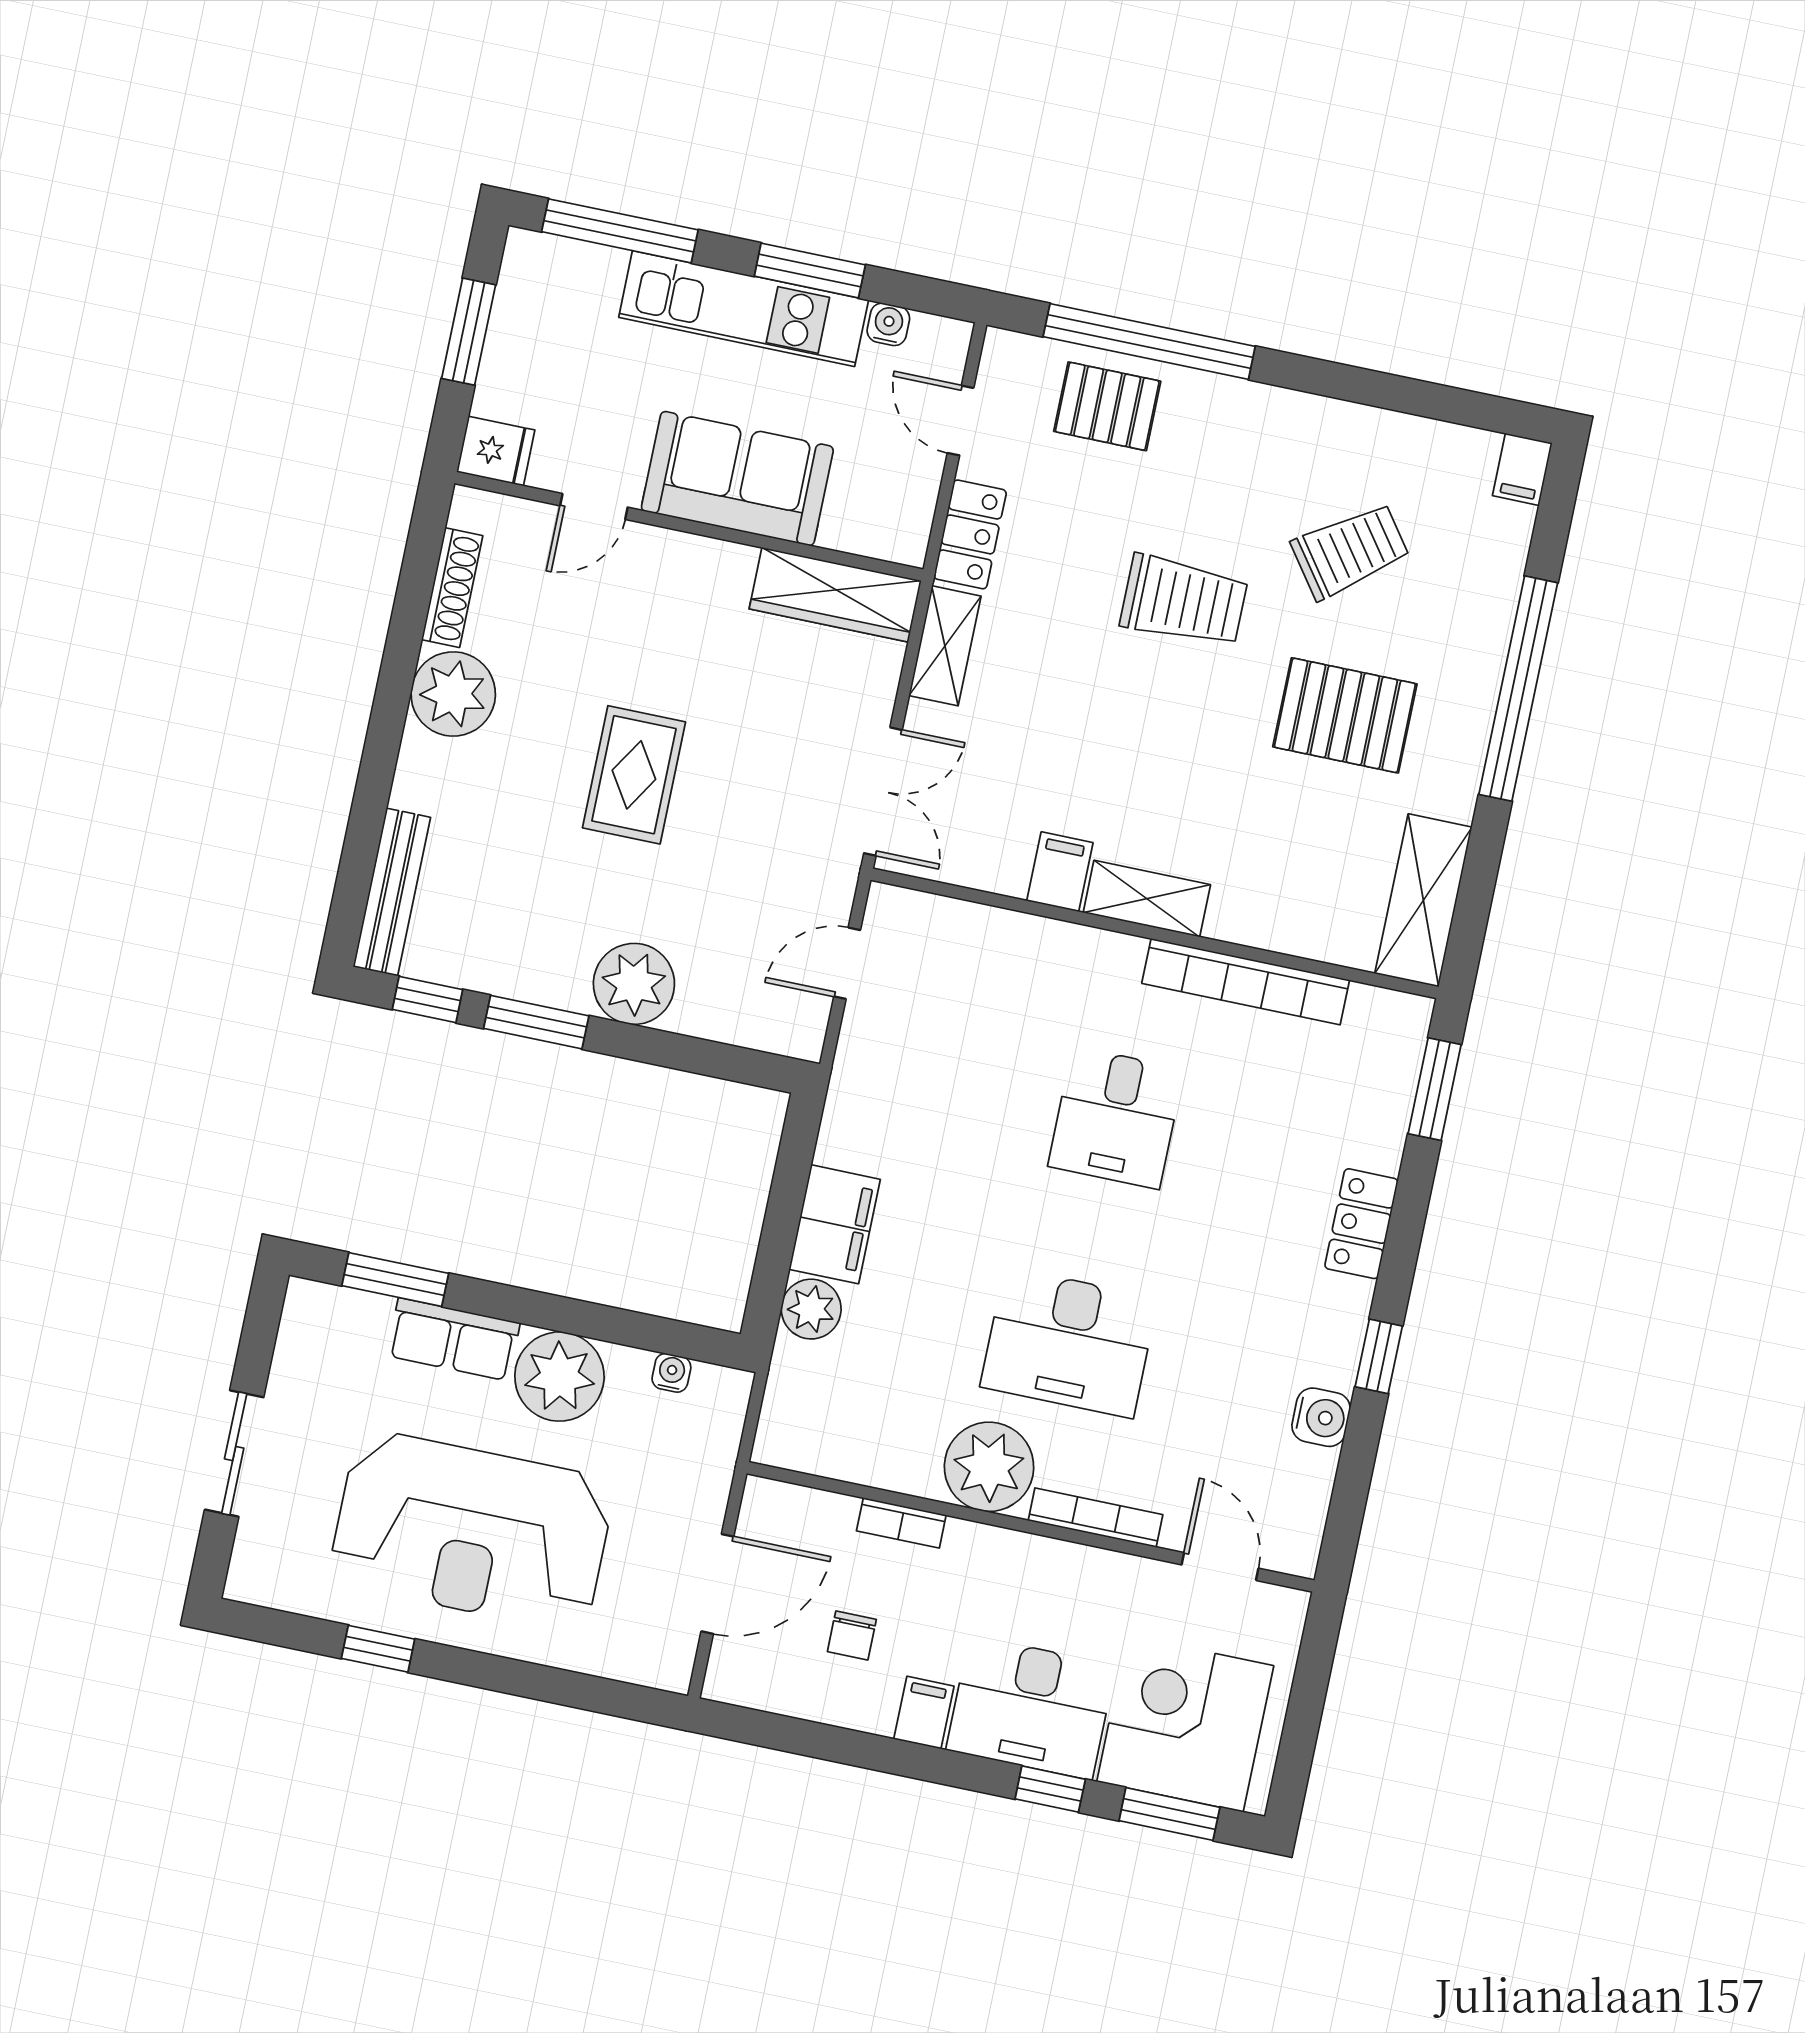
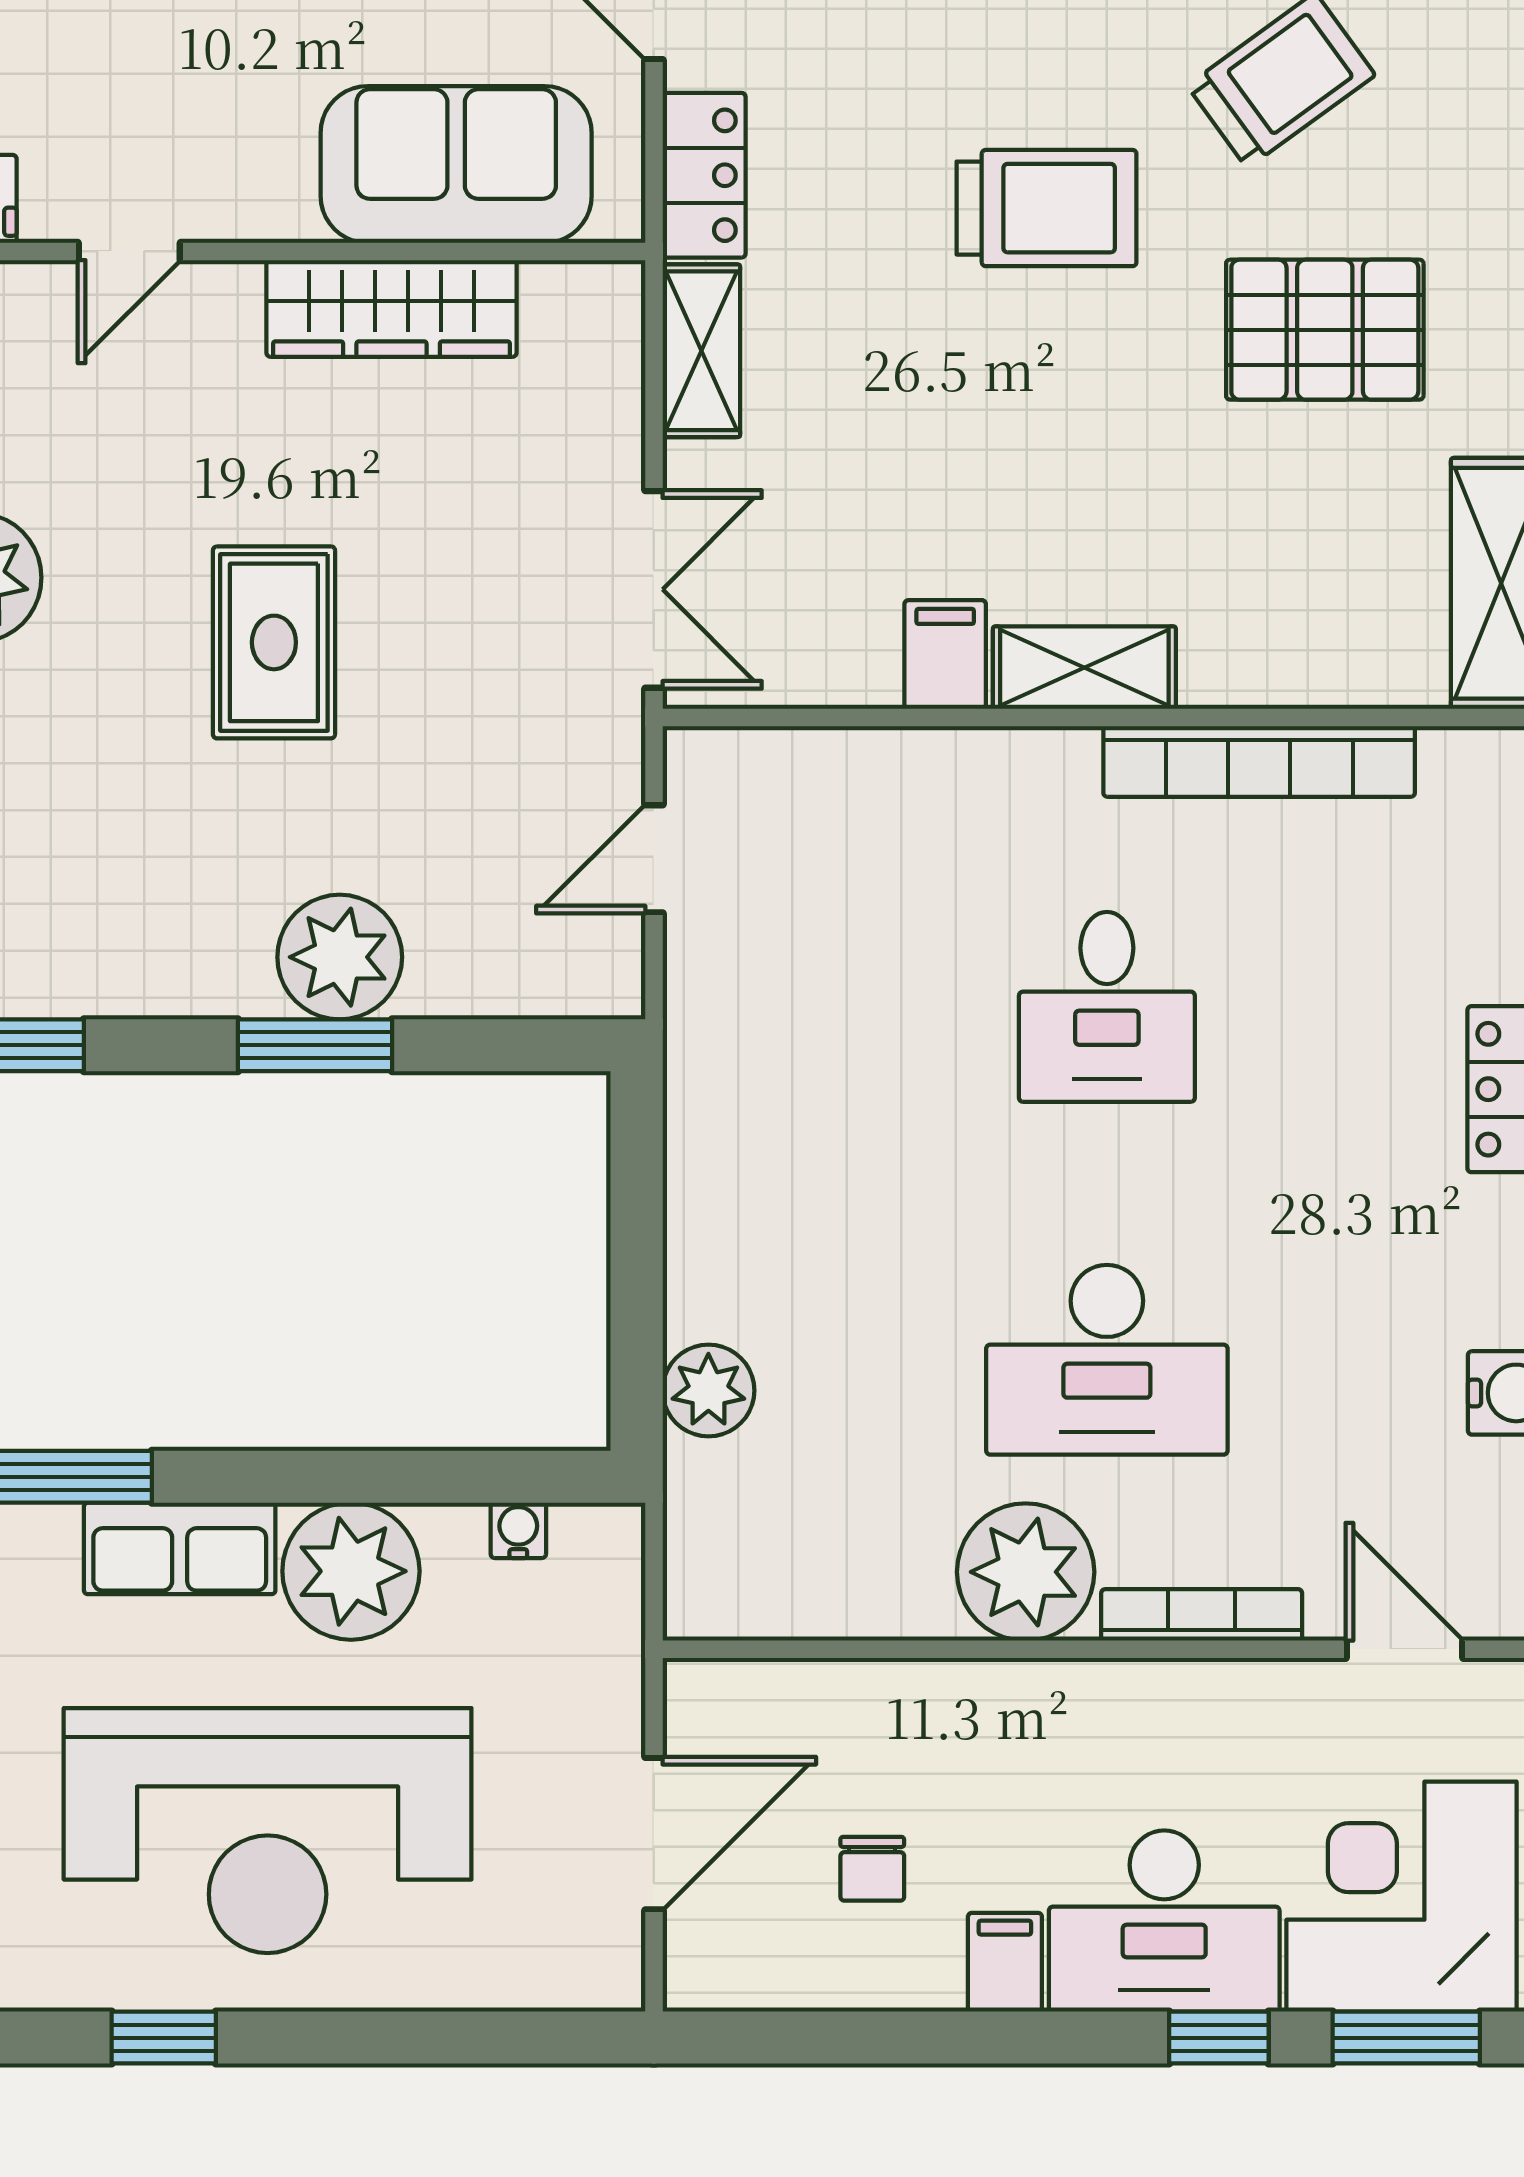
sofa: (737, 479) -> (456, 164), moved
wardrobe: (835, 595) -> (392, 308), moved
window: (536, 1022) -> (315, 1045), moved
filing cabinet: (835, 1224) -> (717, 1256), removed
bookcase: (901, 1523) -> (911, 1684), removed

